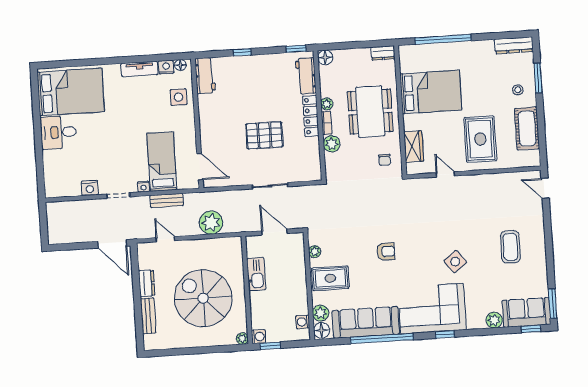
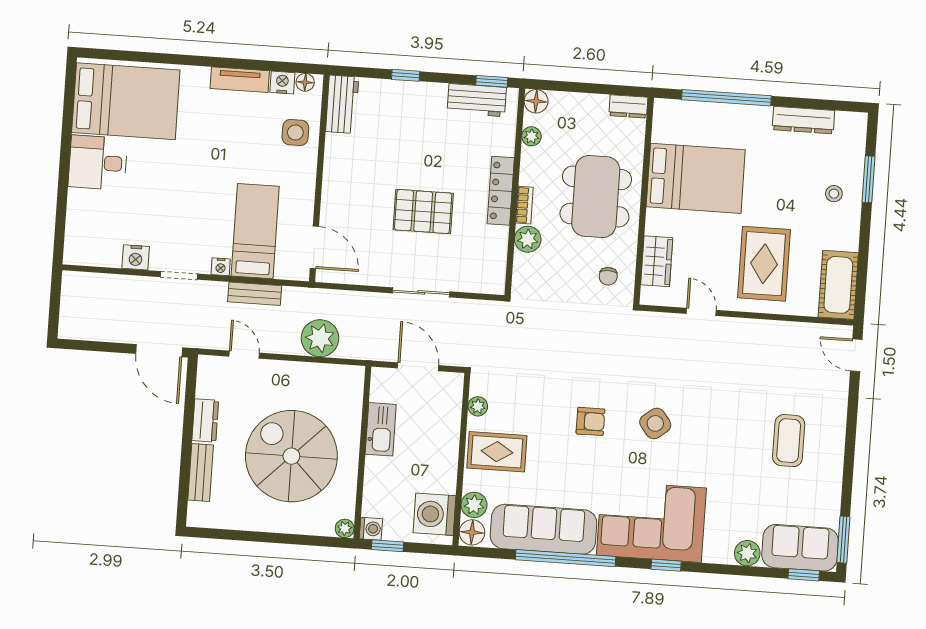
dresser: (514, 45) -> (803, 120), moved
workbench: (306, 76) -> (477, 100), moved, turned -90
plant: (327, 104) -> (531, 136), moved
cot: (527, 129) -> (838, 285), moved
side table: (455, 262) -> (655, 423), moved
washing machine: (303, 322) -> (434, 514), width x1.89, depth x1.89

